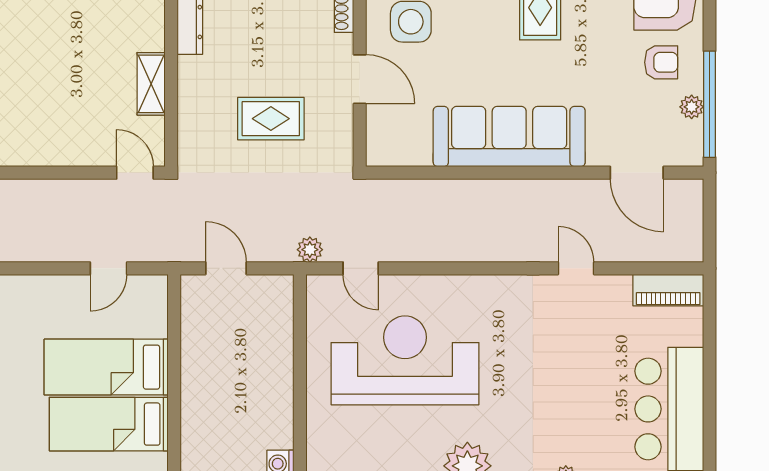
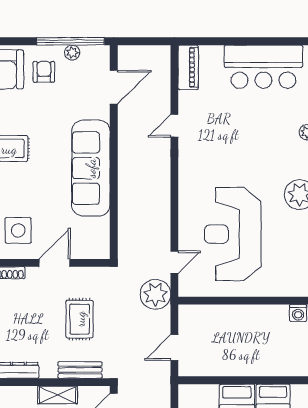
bench: (190, 119) -> (80, 370), added
plant: (310, 250) -> (155, 294), width x1.88, depth x1.88

